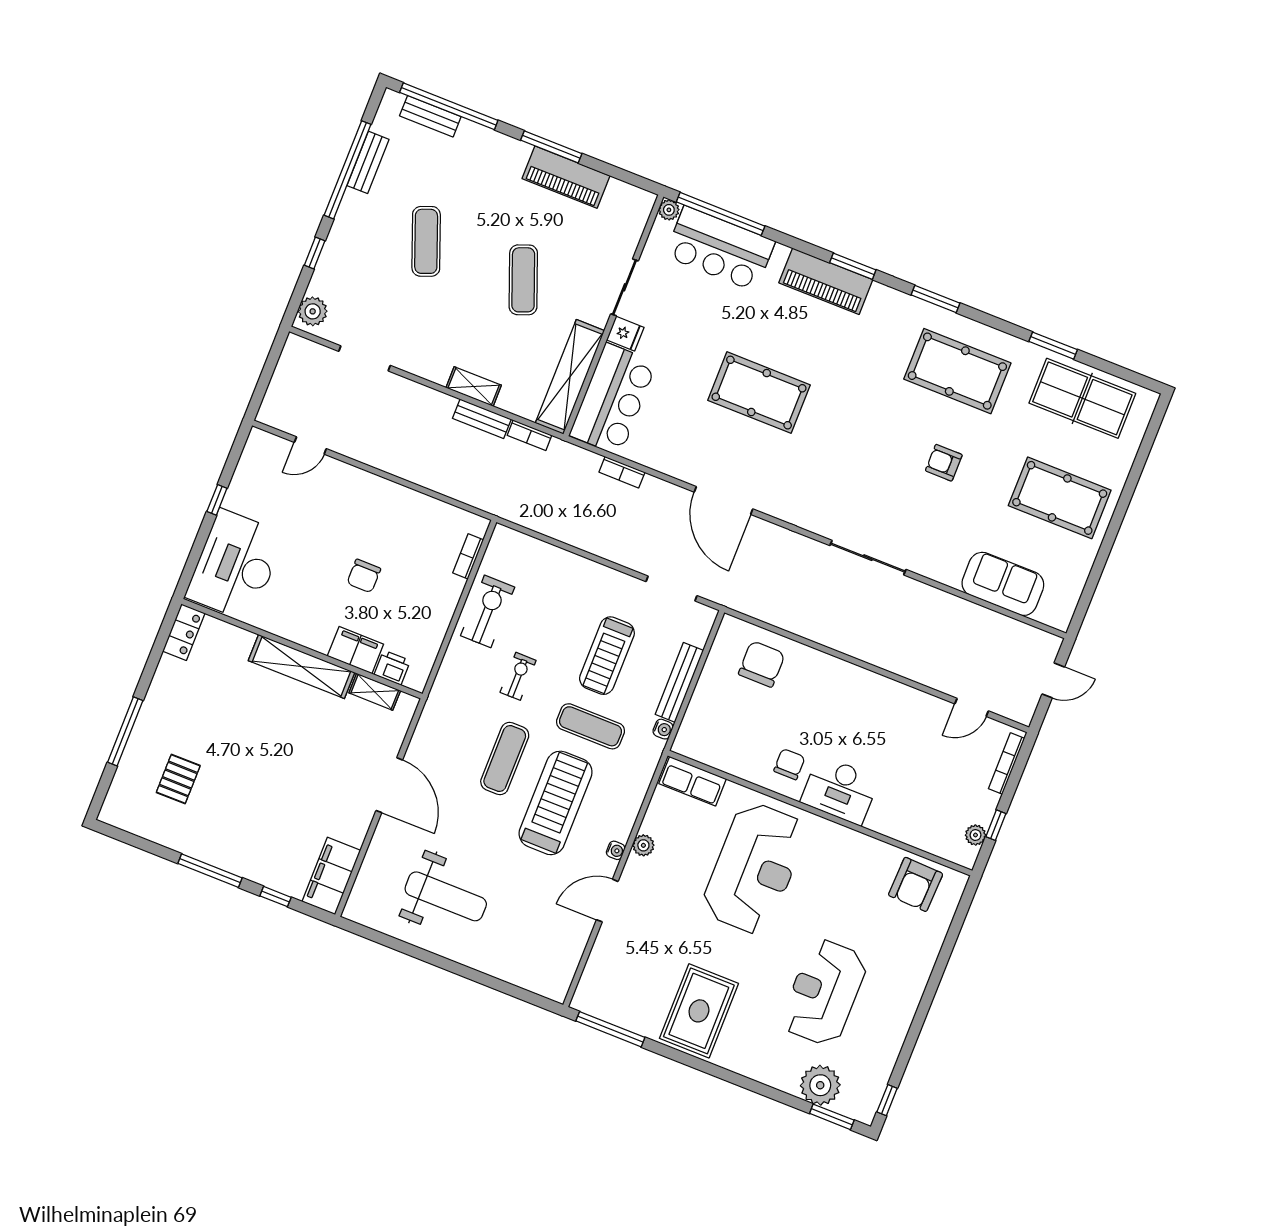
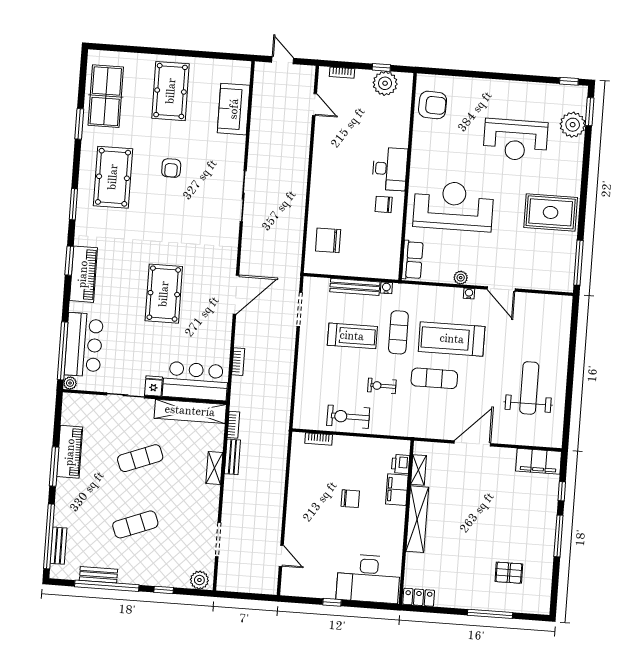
bookcase: (1007, 764) -> (342, 73), width x0.64
plant: (975, 835) -> (385, 83), width x1.88, depth x1.88

